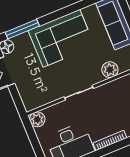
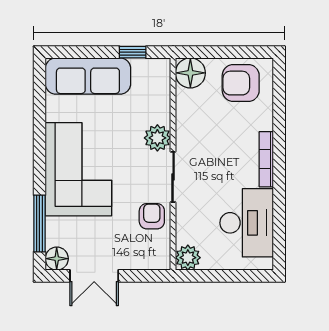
plant: (110, 70) -> (157, 138), moved
armchair: (52, 90) -> (152, 216), added

